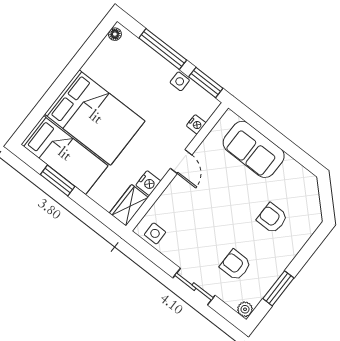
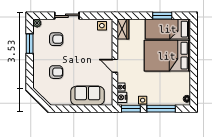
nightstand: (148, 183) -> (122, 97), moved

